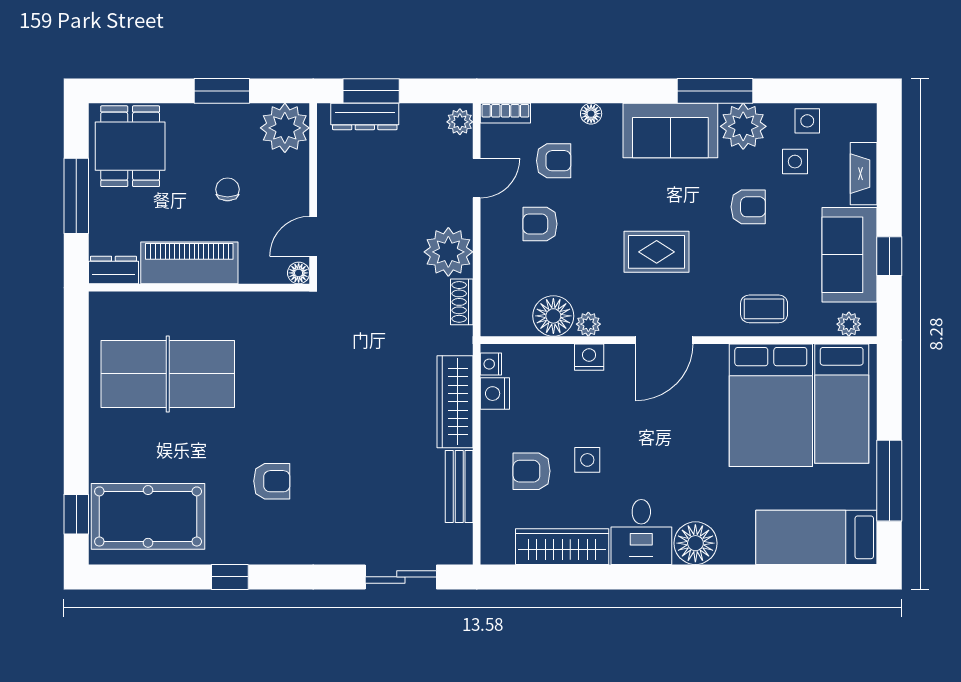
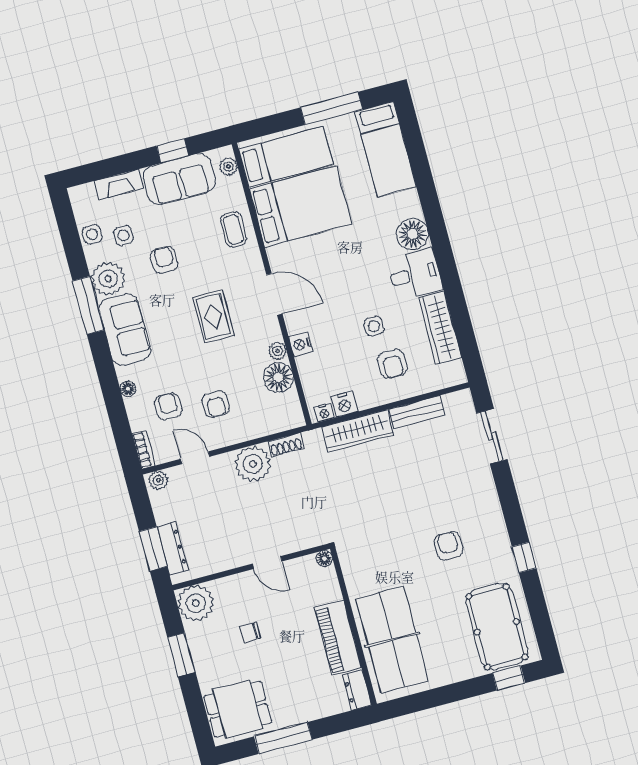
piano: (189, 263) -> (338, 638), moved
dresser: (113, 270) -> (357, 690), moved
floor lamp: (299, 273) -> (324, 558), moved
wall: (199, 288) -> (353, 626), moved

